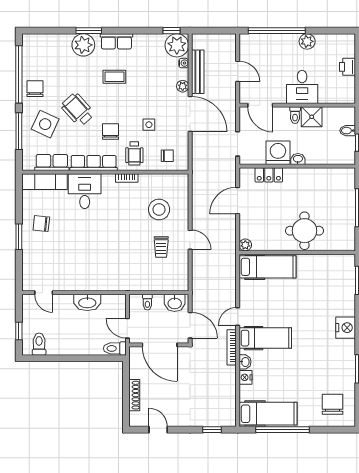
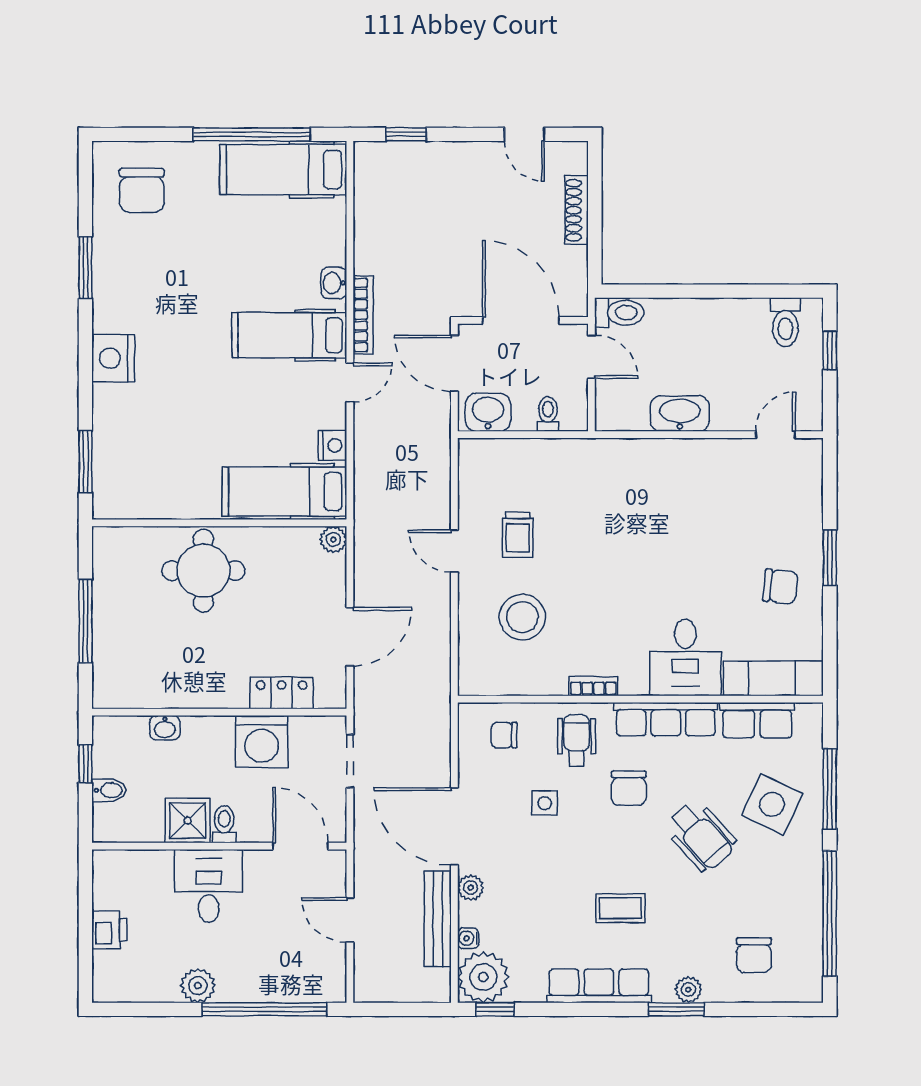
row of seats: (116, 41) -> (599, 986), width x1.48
plant: (83, 45) -> (688, 990), width x0.53, depth x0.53
chair: (35, 89) -> (754, 955), moved
washbasin: (298, 159) -> (165, 728), moved
trolley: (161, 247) -> (518, 535), turned 180
door: (44, 293) -> (775, 435), hinge flipped
nightstand: (246, 377) -> (333, 446), moved

